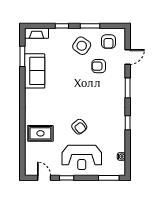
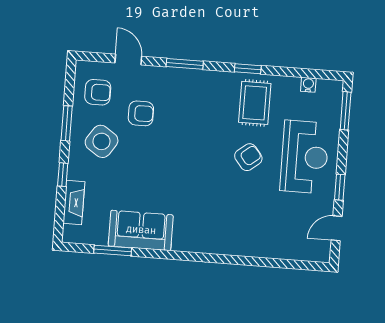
fireplace: (37, 33) -> (74, 203), moved
armchair: (99, 66) -> (141, 113), turned -90
rug: (40, 133) -> (255, 103), moved

